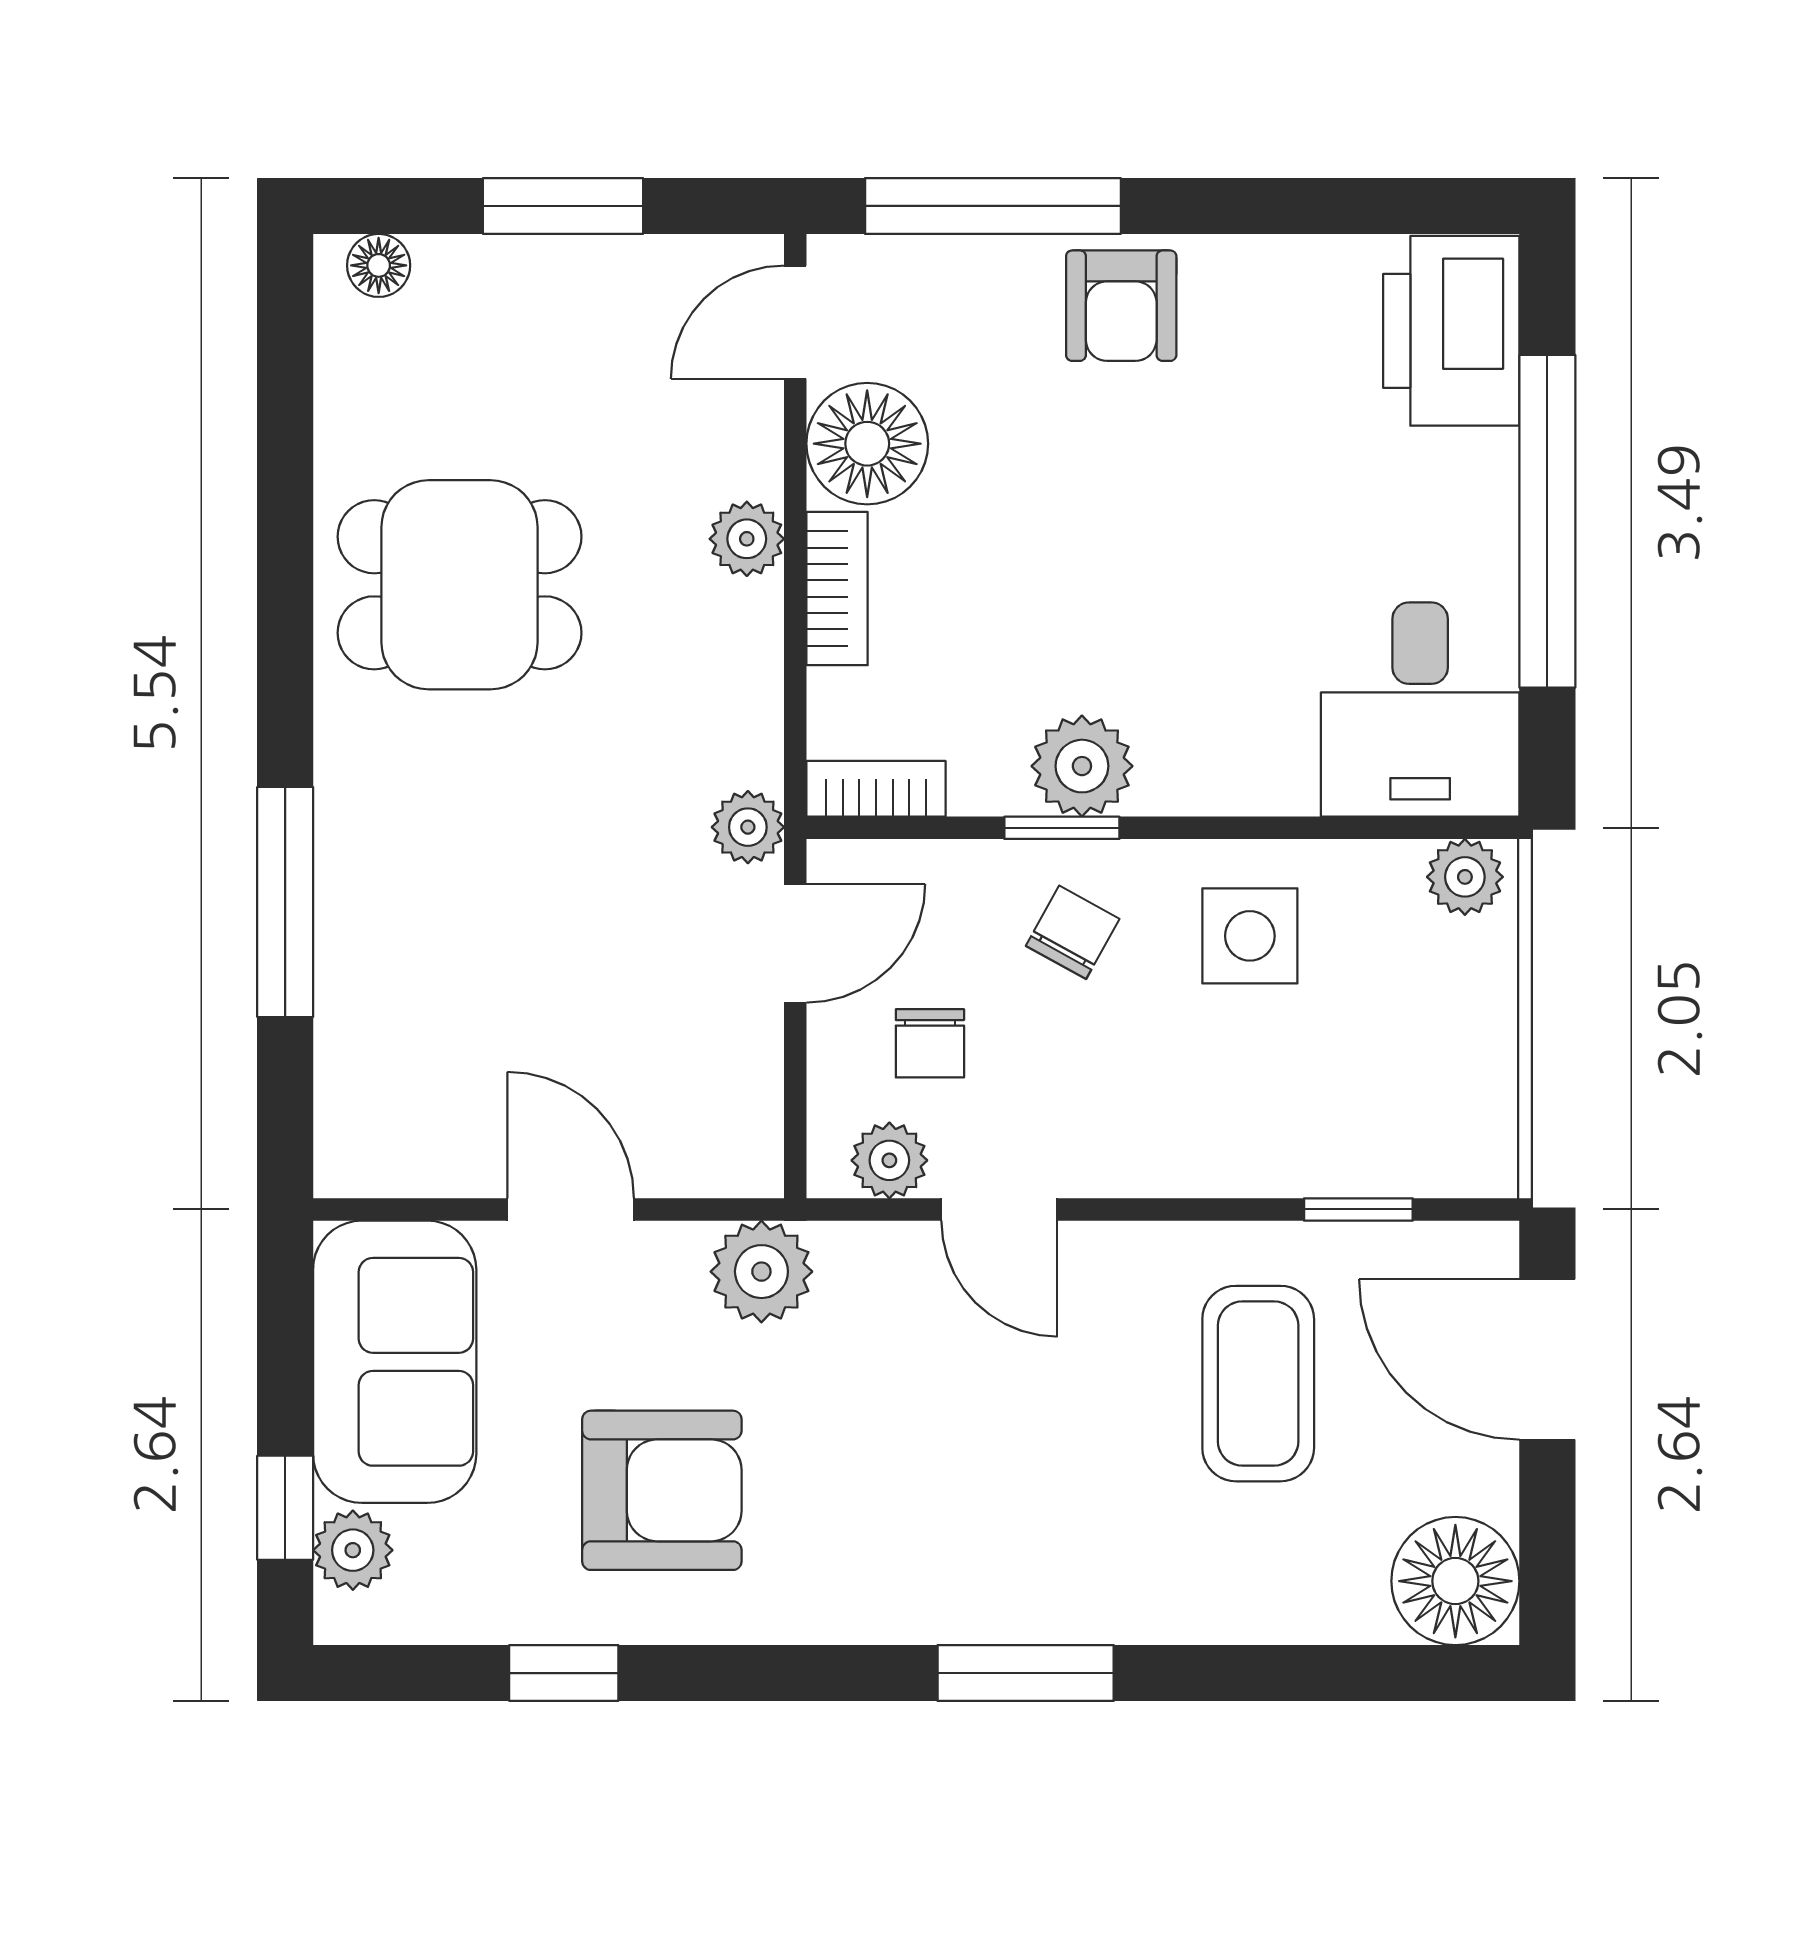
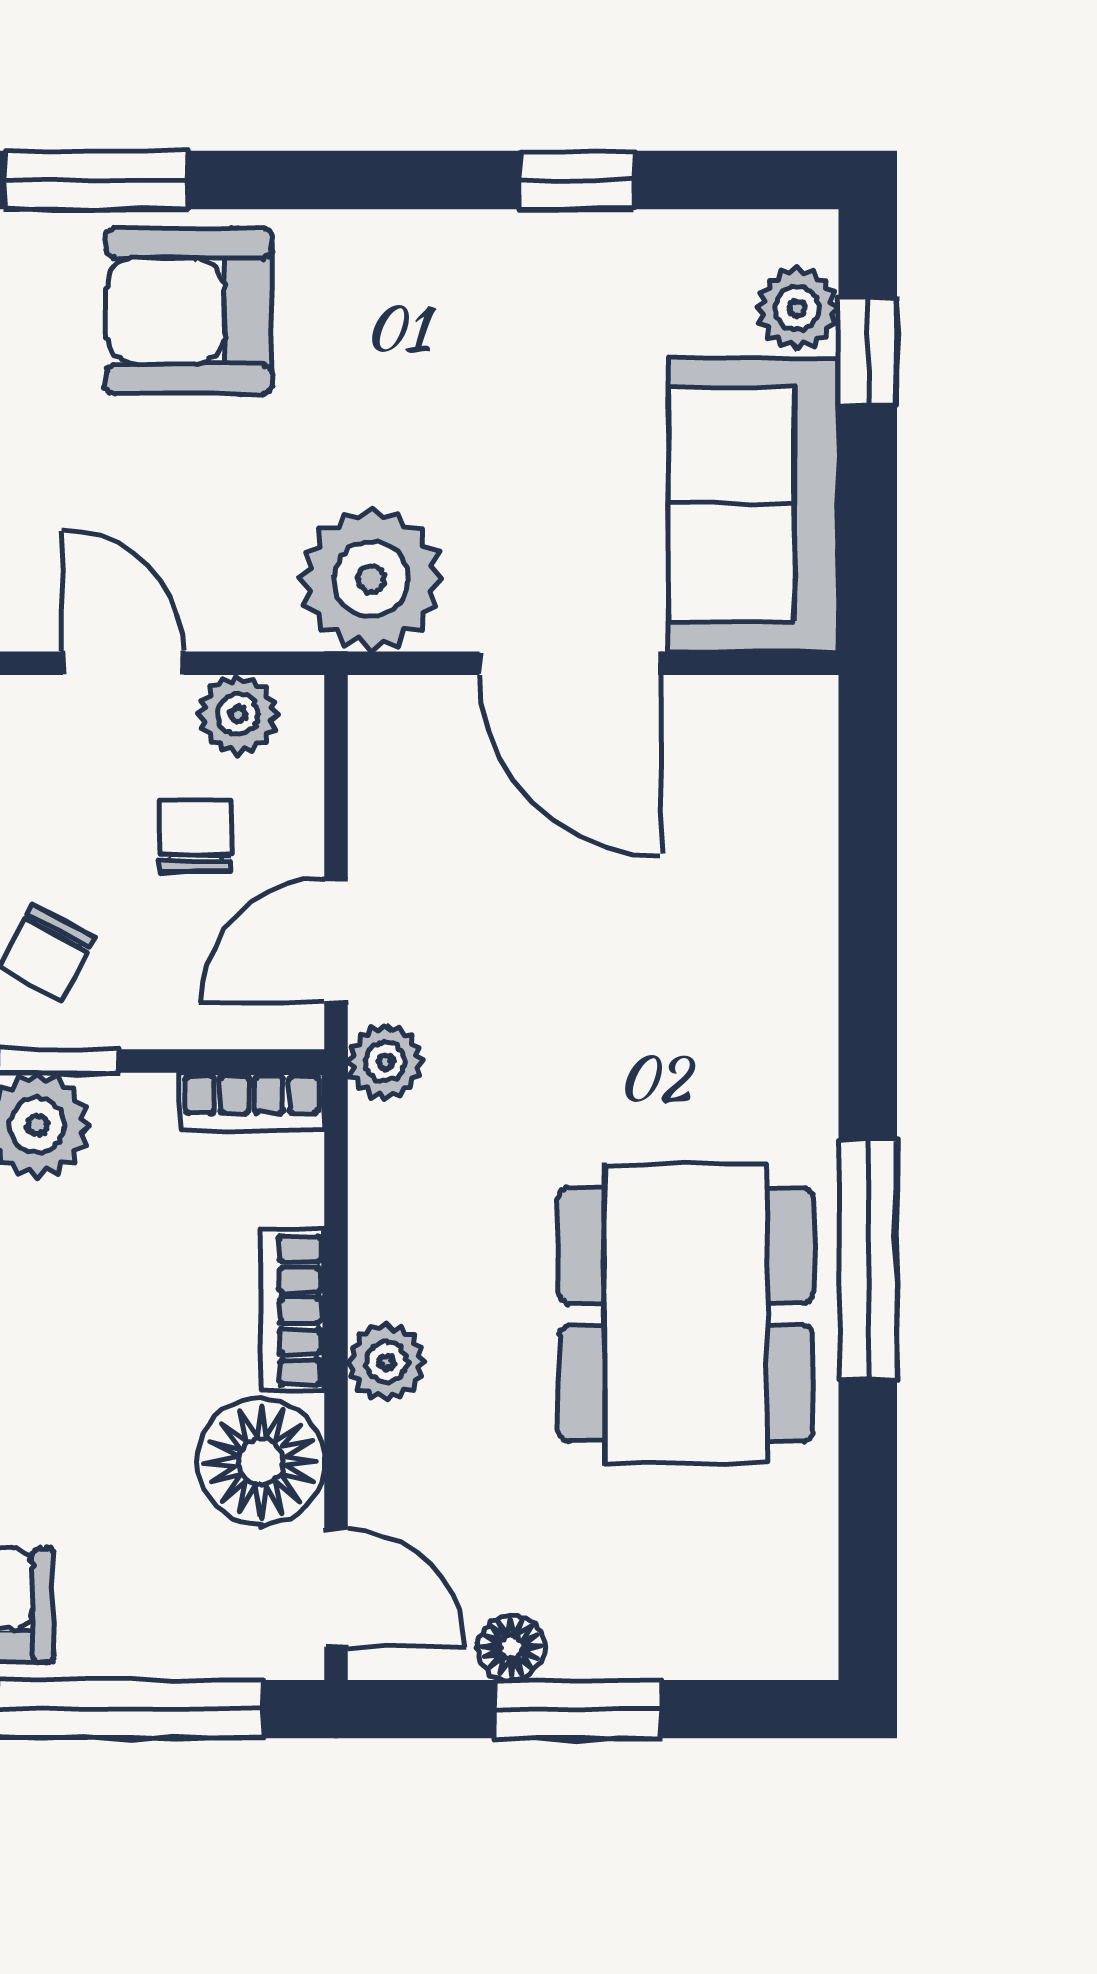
floor lamp: (379, 265) -> (511, 1647), moved
door: (795, 322) -> (336, 1588), hinge flipped
dining table: (460, 585) -> (686, 1314), width x1.38
window: (285, 902) -> (868, 1260), moved
door: (571, 1209) -> (570, 663), width x1.38
plant: (761, 1272) -> (371, 579), width x1.36, depth x1.36
armchair: (662, 1490) -> (189, 311), moved

